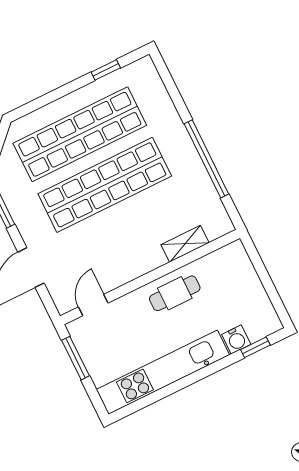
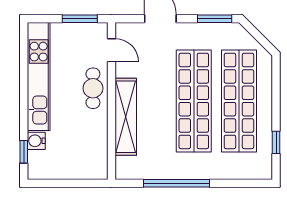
shelving: (185, 244) -> (126, 117), width x2.20, depth x1.33
cafe table: (175, 293) -> (93, 88), moved

